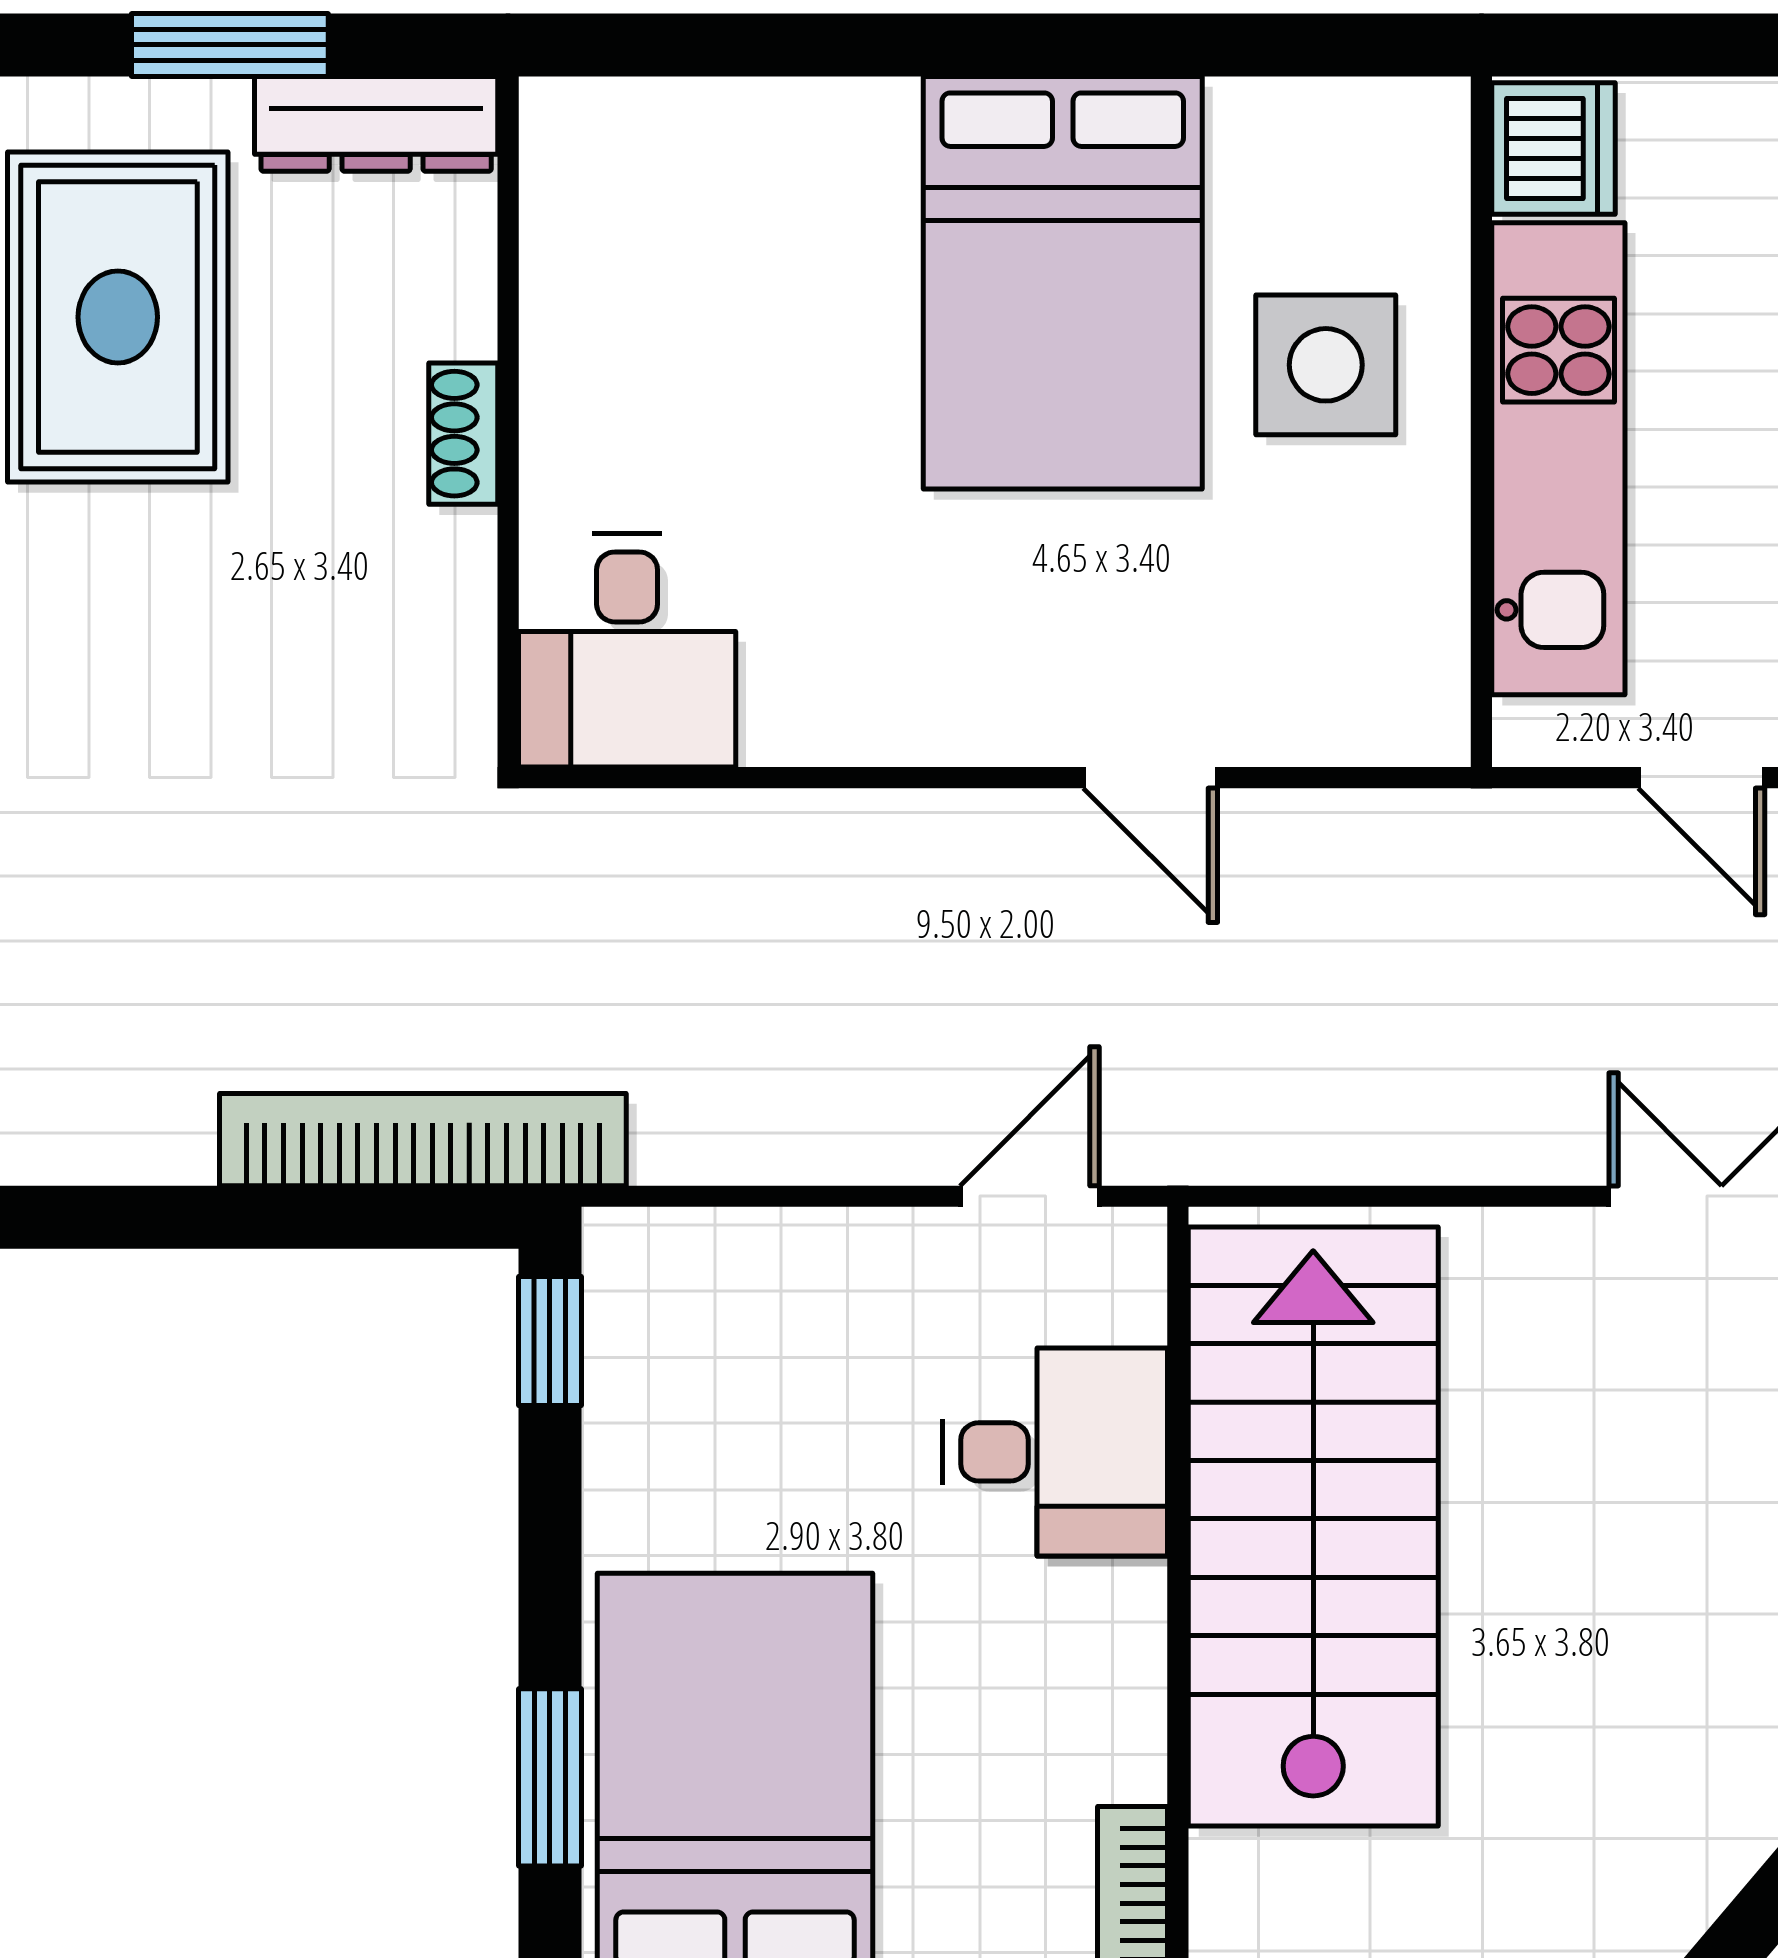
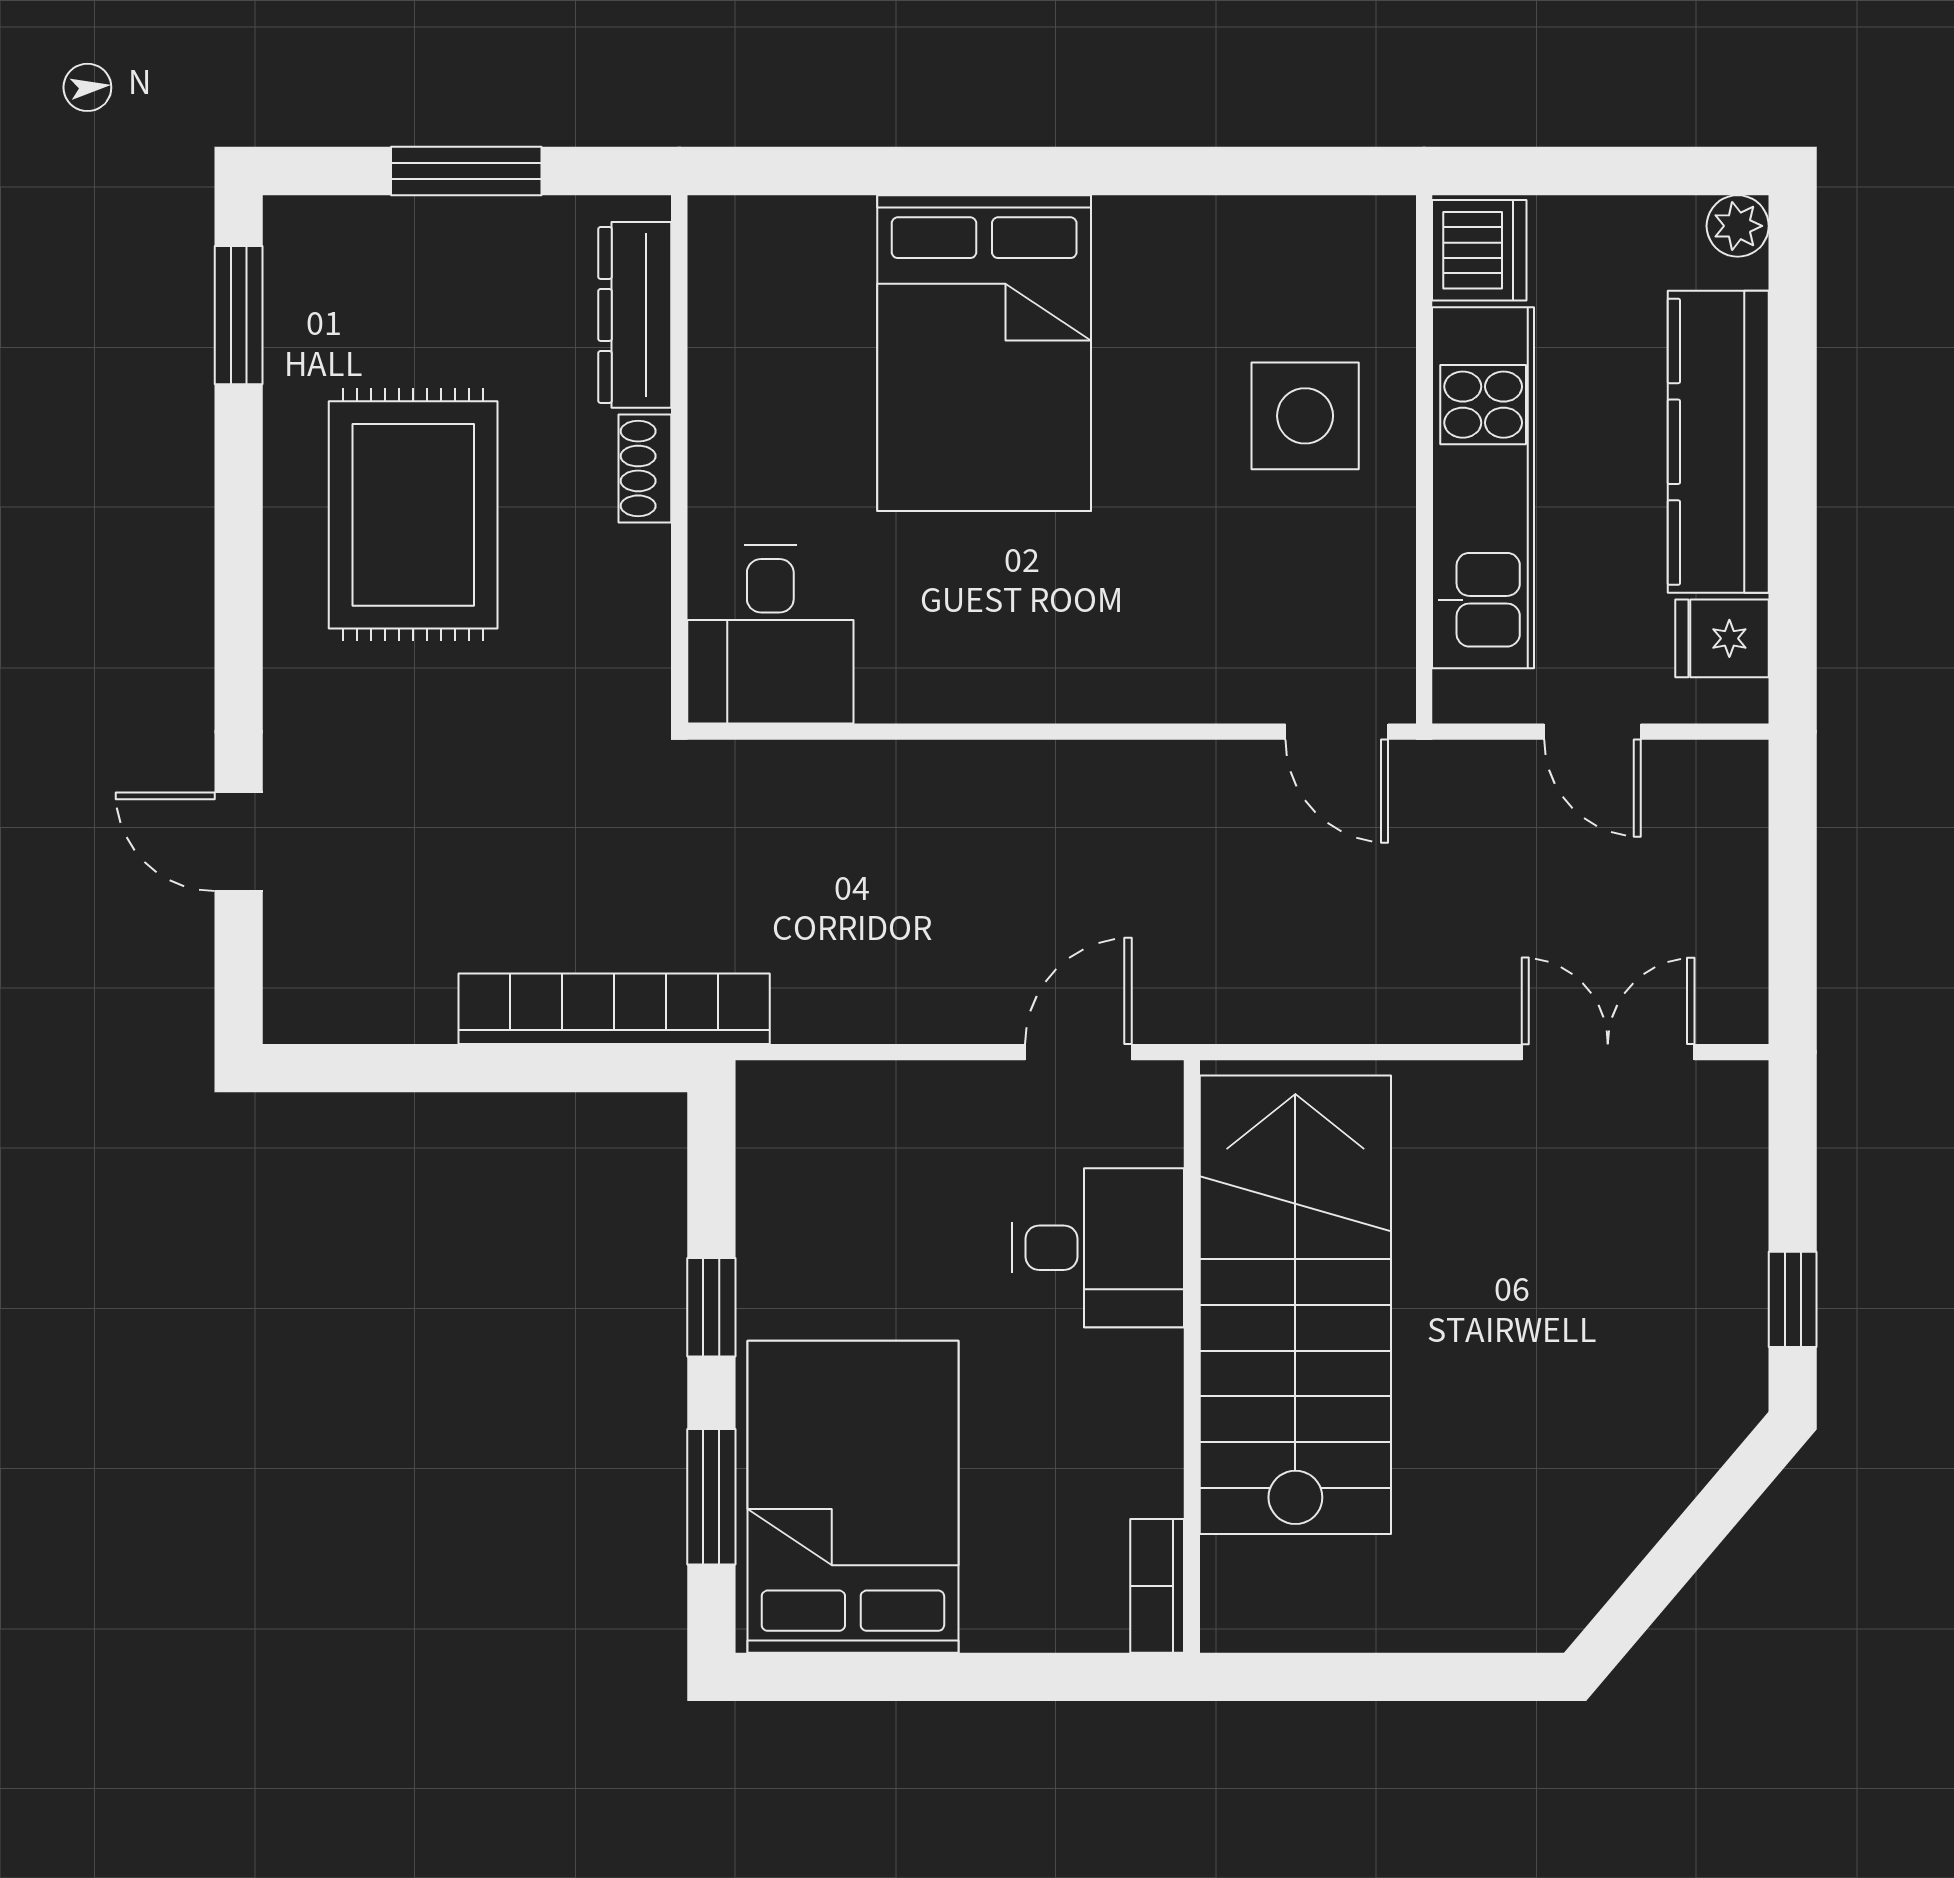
dresser: (376, 124) -> (635, 315), moved, turned 90
bed: (1063, 283) -> (984, 353), moved
rug: (118, 317) -> (413, 515), moved
door: (1150, 778) -> (1337, 732), moved
window: (550, 1341) -> (711, 1307), moved

